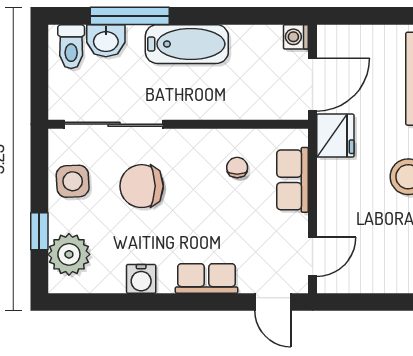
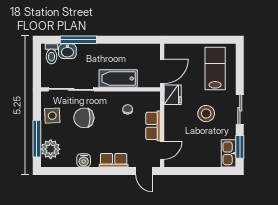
washing machine: (296, 37) -> (155, 49), removed
bathtub: (187, 44) -> (118, 79), moved, turned 180
row of seats: (293, 180) -> (153, 126), moved
window: (39, 231) -> (37, 139), width x2.17

